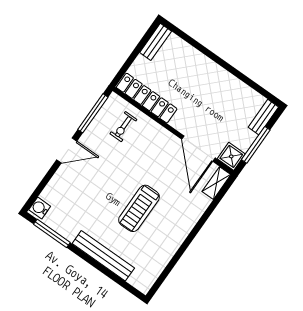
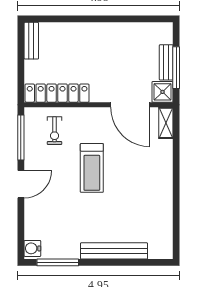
bench: (263, 117) -> (166, 62), moved
treadmill: (139, 208) -> (92, 168), moved

